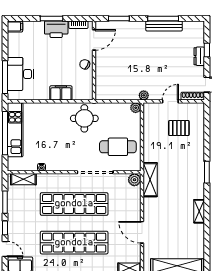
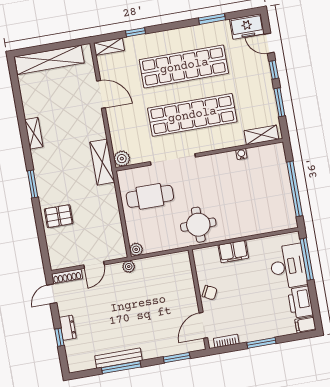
printer: (56, 29) -> (300, 302), moved, turned -90
pallet: (179, 128) -> (59, 216), moved
kitchen unit: (15, 130) -> (283, 195), removed

